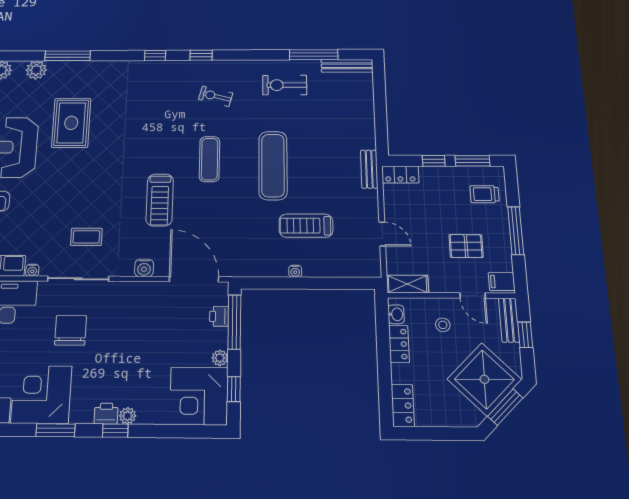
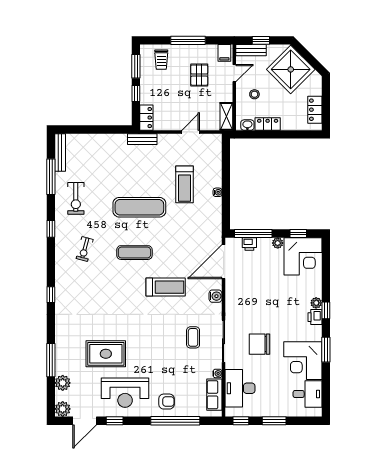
window: (201, 55) -> (51, 229), moved
locker: (403, 405) -> (315, 110), moved, turned -90
window: (505, 407) -> (309, 57), removed

